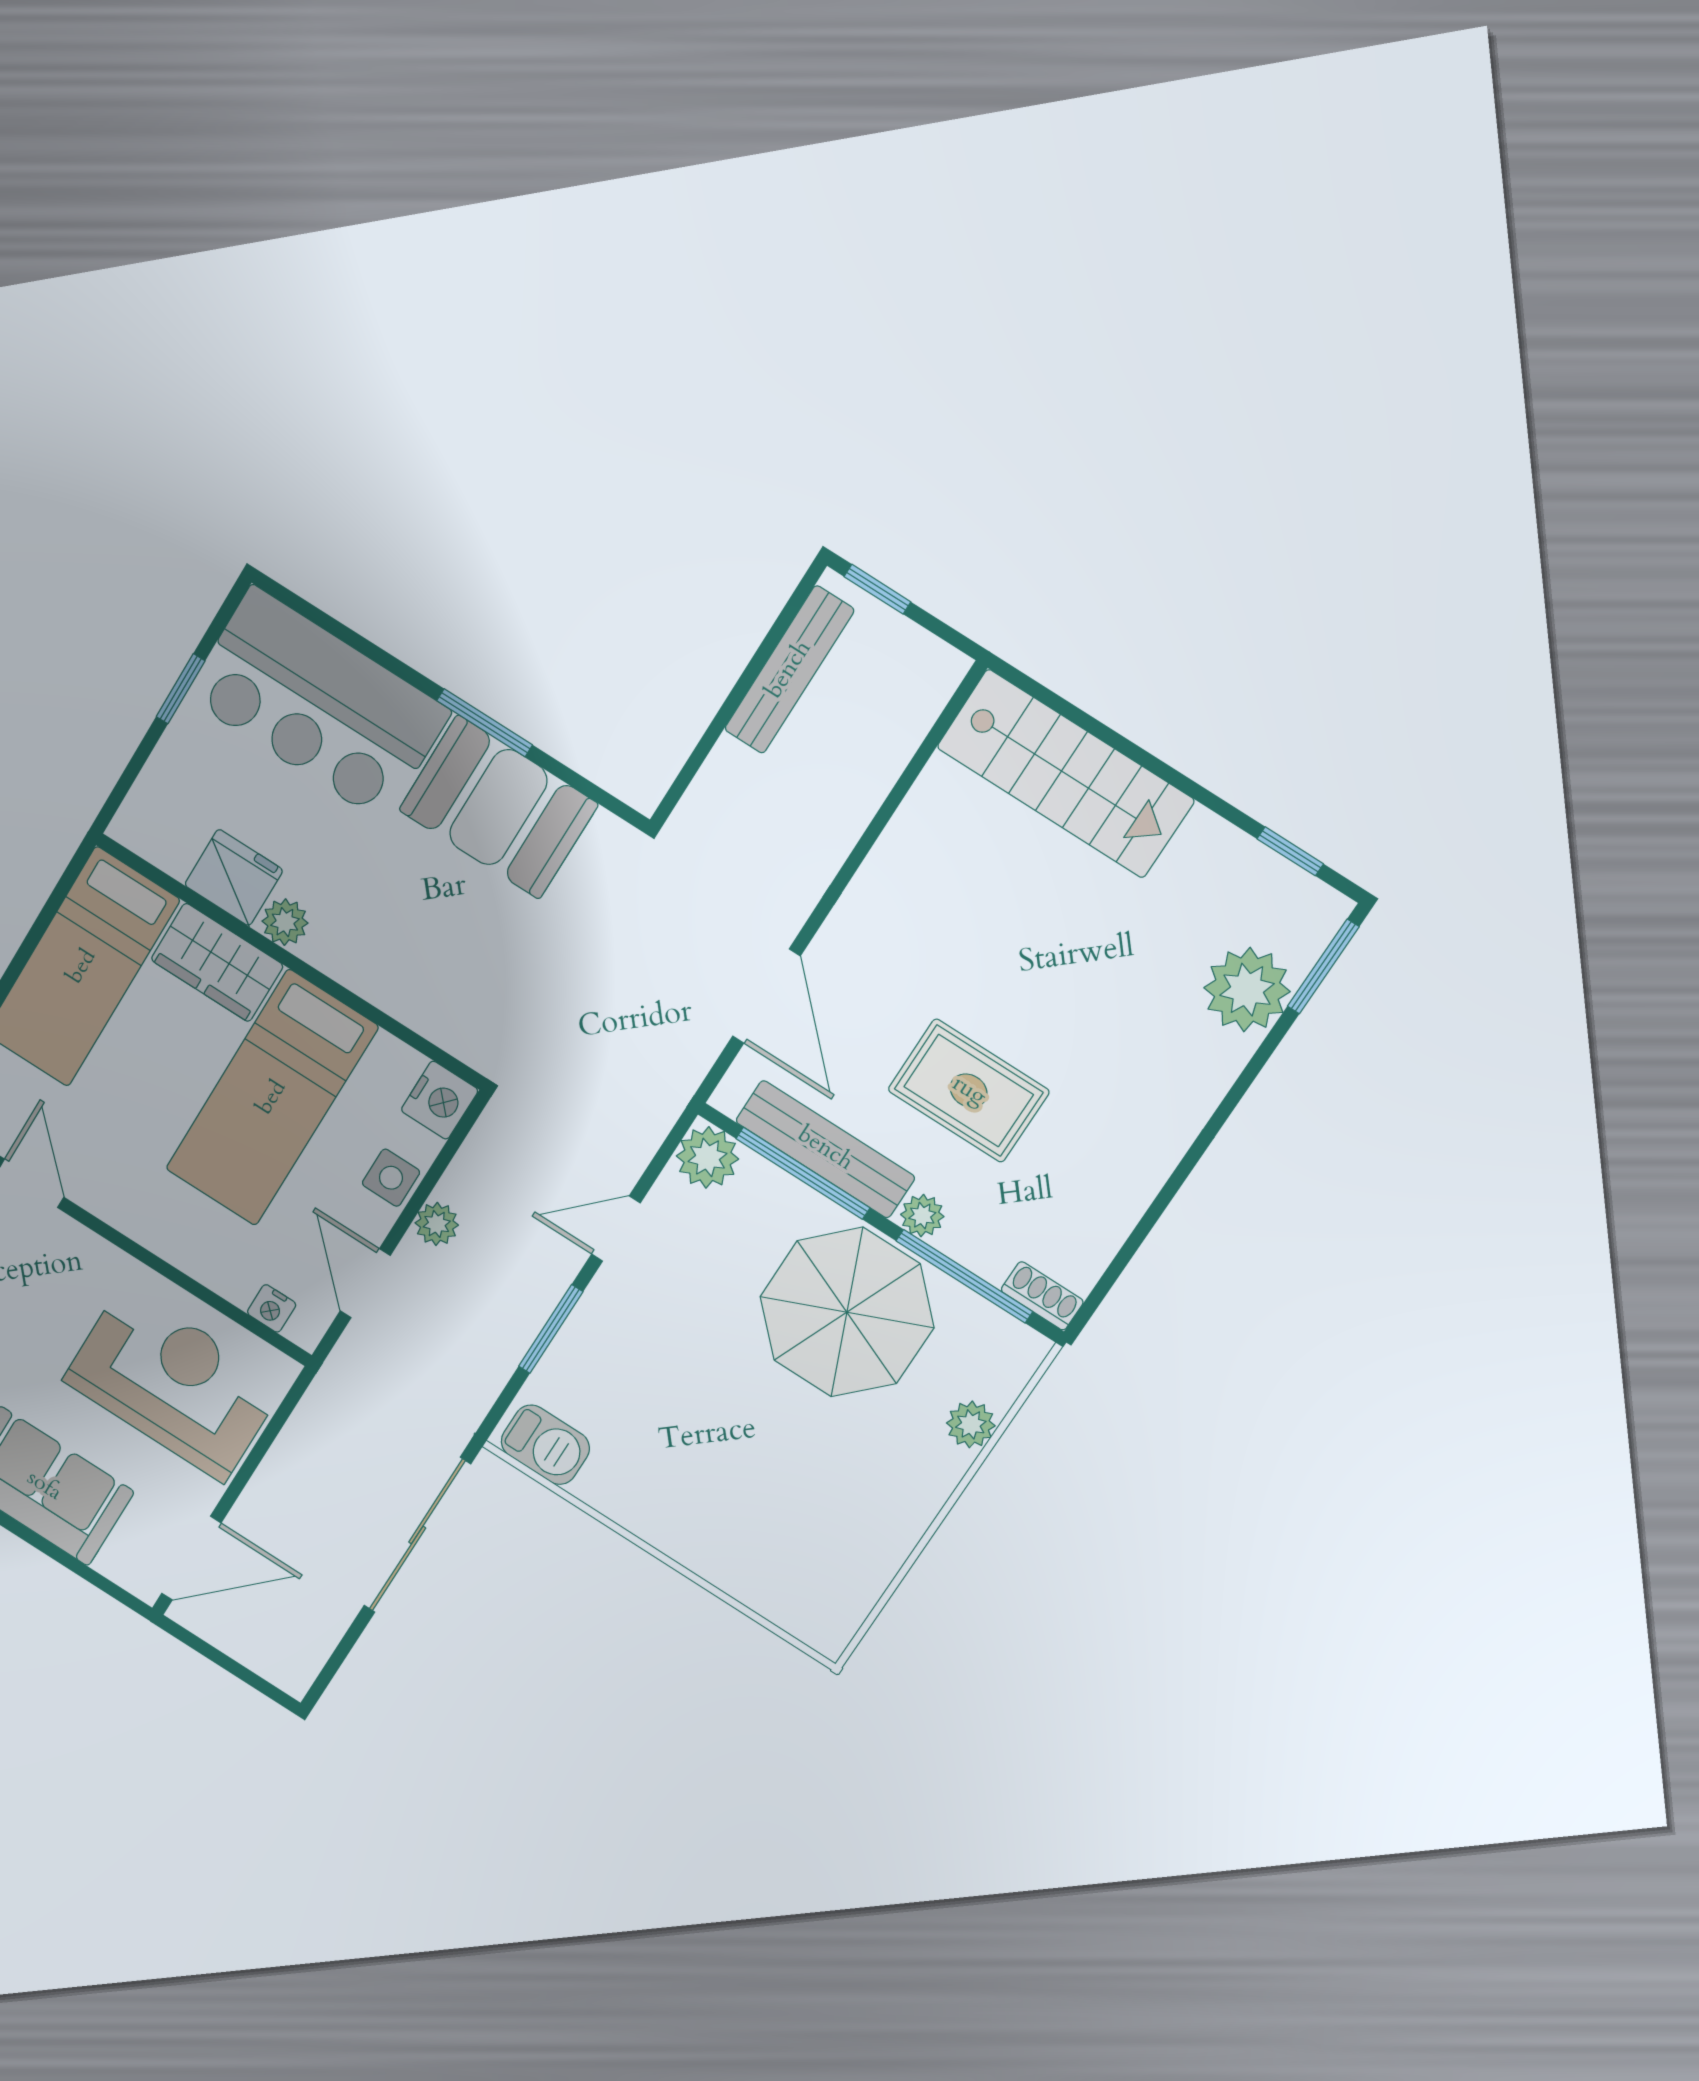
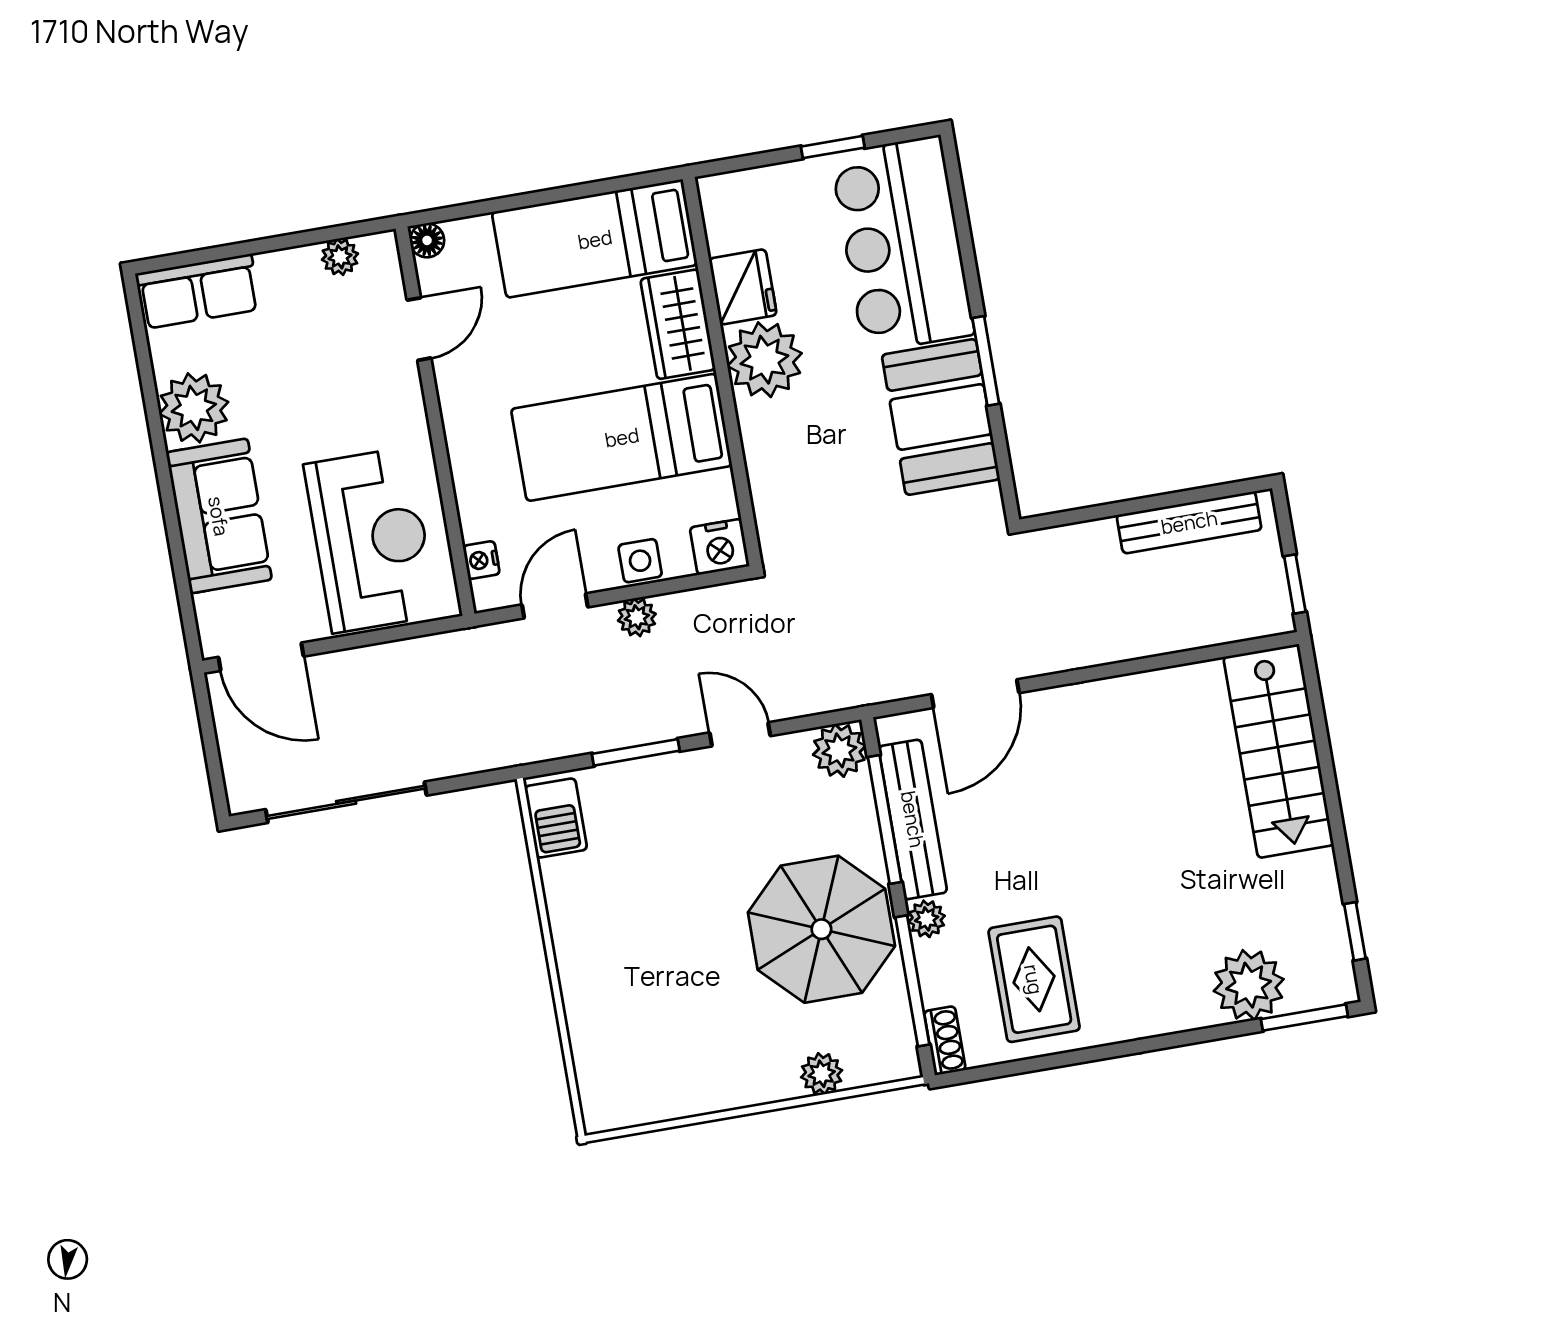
window: (877, 589) -> (1295, 584), moved
plant: (285, 922) -> (764, 360), width x1.87, depth x1.87
rug: (969, 1091) -> (1034, 979), moved
sliding door: (417, 1535) -> (346, 802), moved

